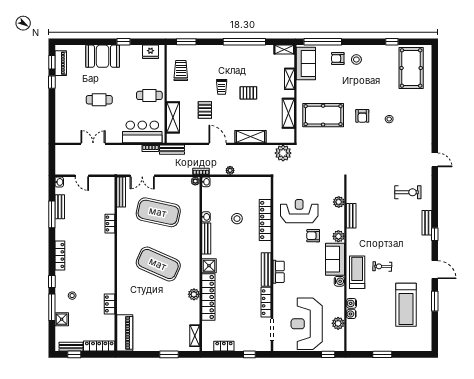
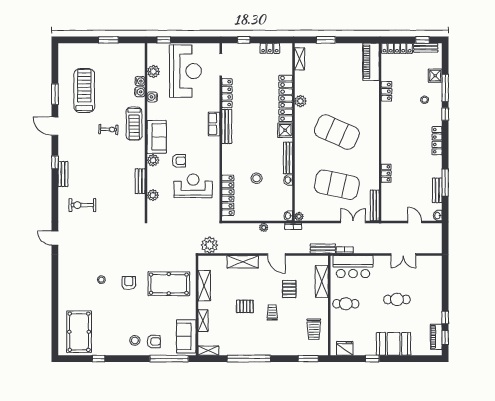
reception desk: (299, 211) -> (193, 186), turned 180
locker: (265, 220) -> (228, 195), moved
water cooler: (339, 281) -> (152, 97), moved

